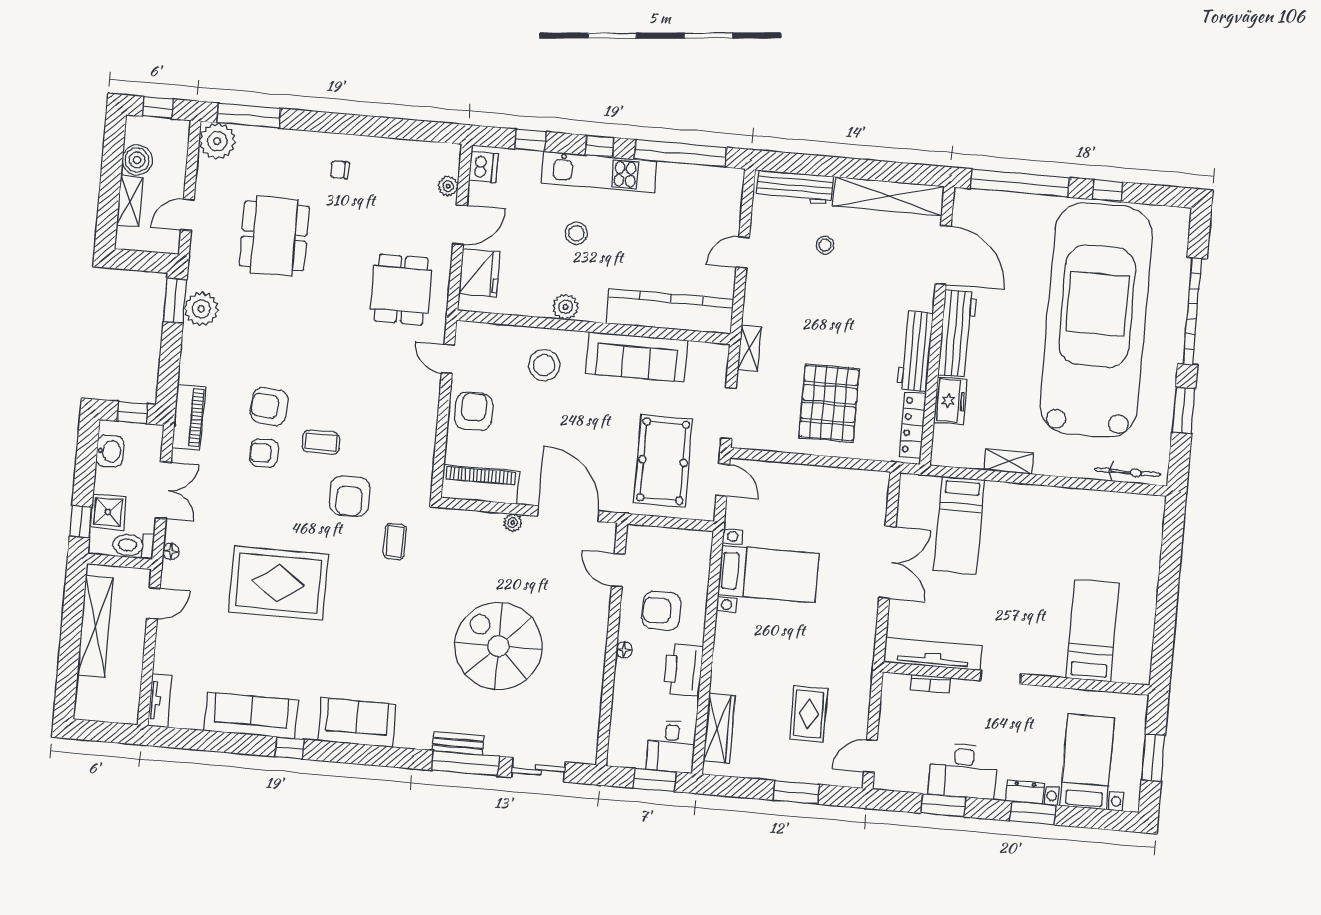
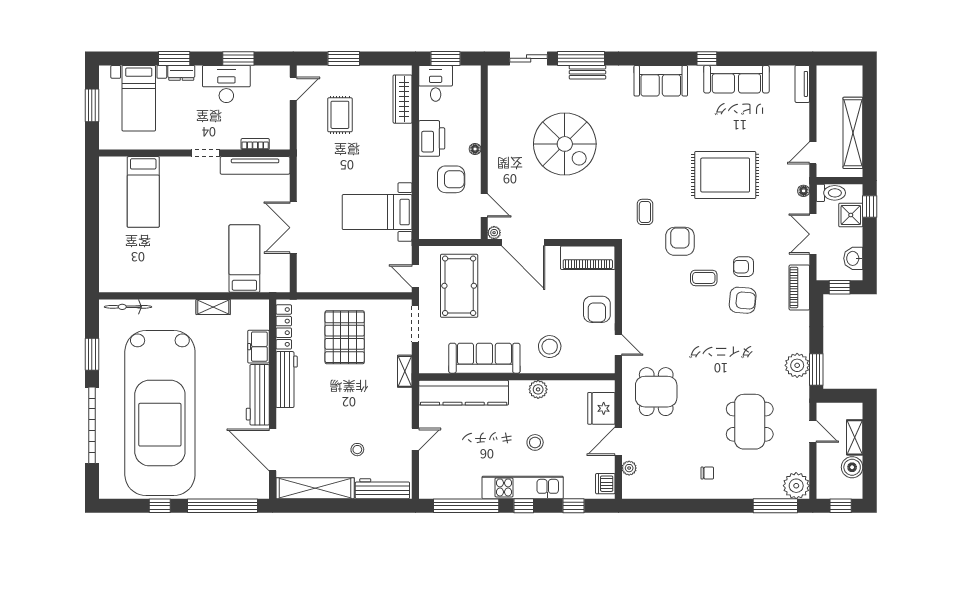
door: (187, 215) -> (813, 431), hinge flipped
armchair: (264, 453) -> (743, 267), turned 180
plant: (513, 523) -> (494, 233), moved

